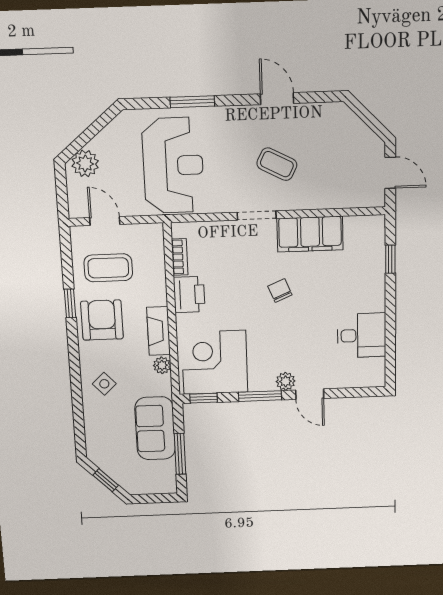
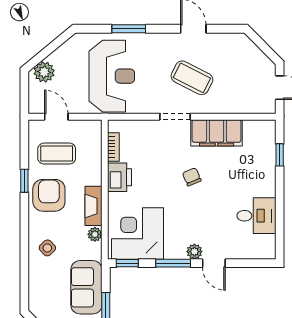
coffee table: (277, 164) -> (192, 78), width x1.36, depth x1.30

